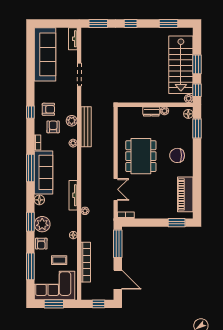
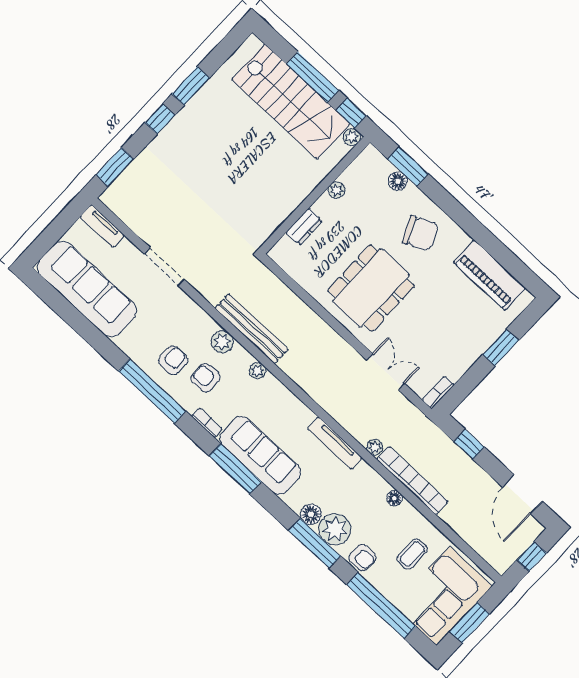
window: (169, 23) -> (191, 86), moved
window: (197, 64) -> (313, 77), width x1.44
dresser: (151, 111) -> (304, 227), moved
window: (30, 112) -> (152, 391), width x3.17
floor lamp: (188, 114) -> (398, 181), moved
chair: (177, 155) -> (420, 233), turned -115
dining table: (141, 156) -> (371, 288), turned 90
floor lamp: (39, 200) -> (311, 514), moved
window: (30, 222) -> (315, 543), width x1.44
window: (177, 223) -> (501, 348), moved
window: (118, 244) -> (469, 444), width x0.46
bookcase: (86, 262) -> (412, 480), moved
window: (30, 266) -> (381, 606), width x1.46
door: (118, 280) -> (522, 494), swing flipped

